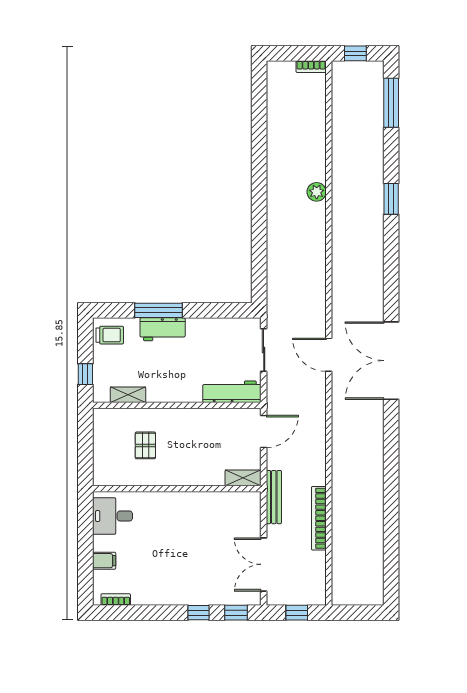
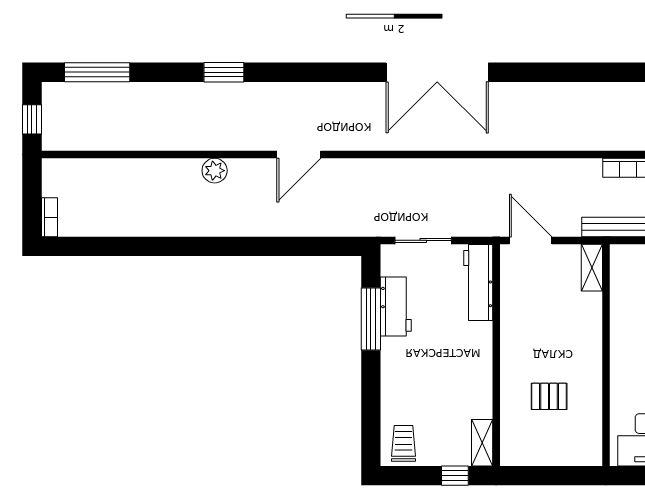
bookcase: (311, 67) -> (49, 217), moved
window: (159, 310) -> (371, 319), moved
workbench: (163, 329) -> (396, 306), moved
door: (329, 355) -> (299, 155), moved
shelving: (128, 395) -> (482, 443), moved

